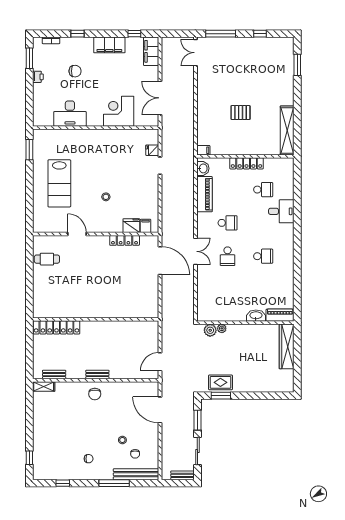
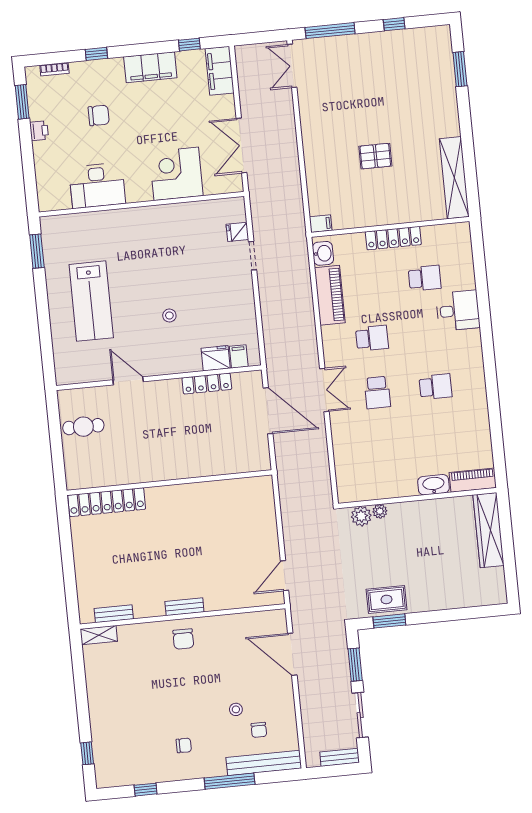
wall: (96, 319) -> (169, 483), moved
locker: (56, 327) -> (107, 502), moved

